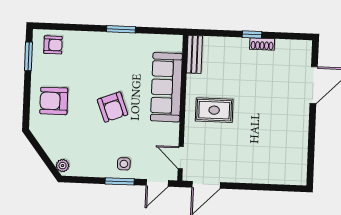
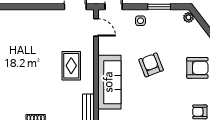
rug: (214, 110) -> (71, 66), turned 90
window: (120, 181) -> (159, 7), moved

